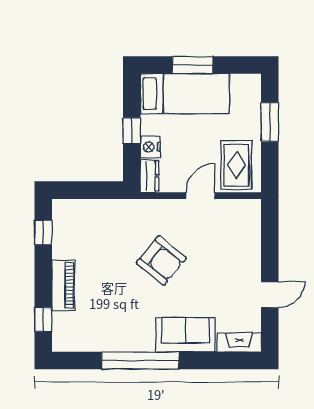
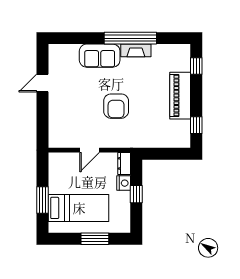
bed: (185, 94) -> (79, 208), moved, turned 180
rug: (236, 165) -> (65, 171), removed
armchair: (161, 260) -> (116, 106), turned -129
piano: (63, 285) -> (180, 96), width x1.37, depth x1.33
fireplace: (239, 343) -> (136, 50), moved

